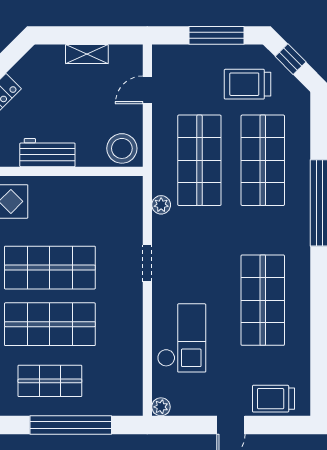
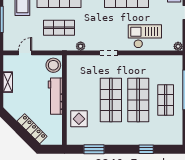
door: (147, 90) -> (25, 53), swing flipped
workbench: (47, 153) -> (55, 96), width x1.38
shop shelf: (199, 160) -> (59, 28), width x0.70, depth x0.74

